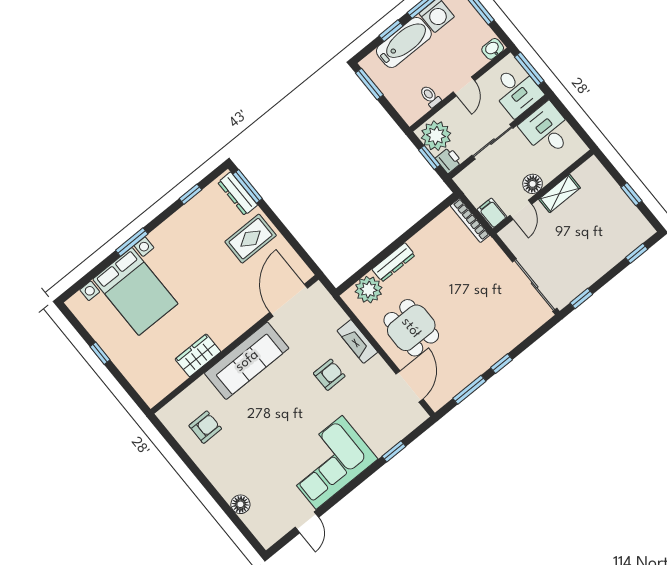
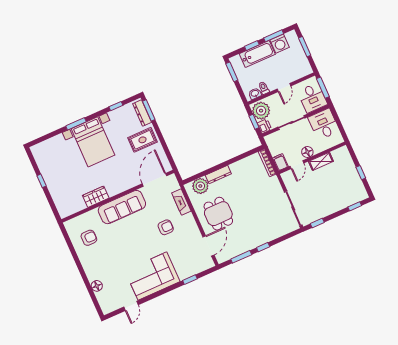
washbasin: (493, 49) -> (255, 94), moved
bed with nightstands: (135, 291) -> (93, 142), moved
fireplace: (357, 341) -> (181, 202), moved

